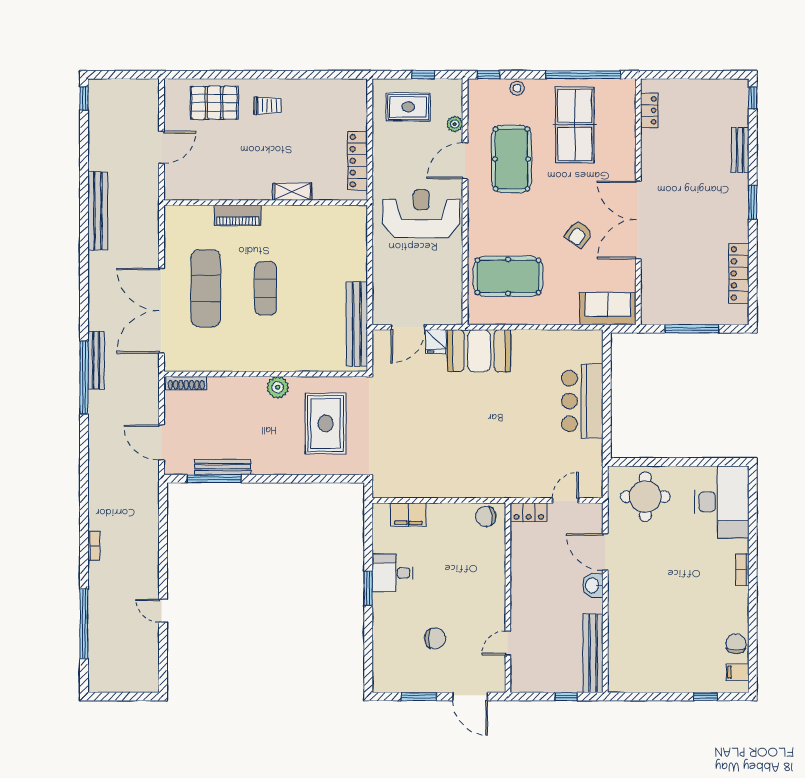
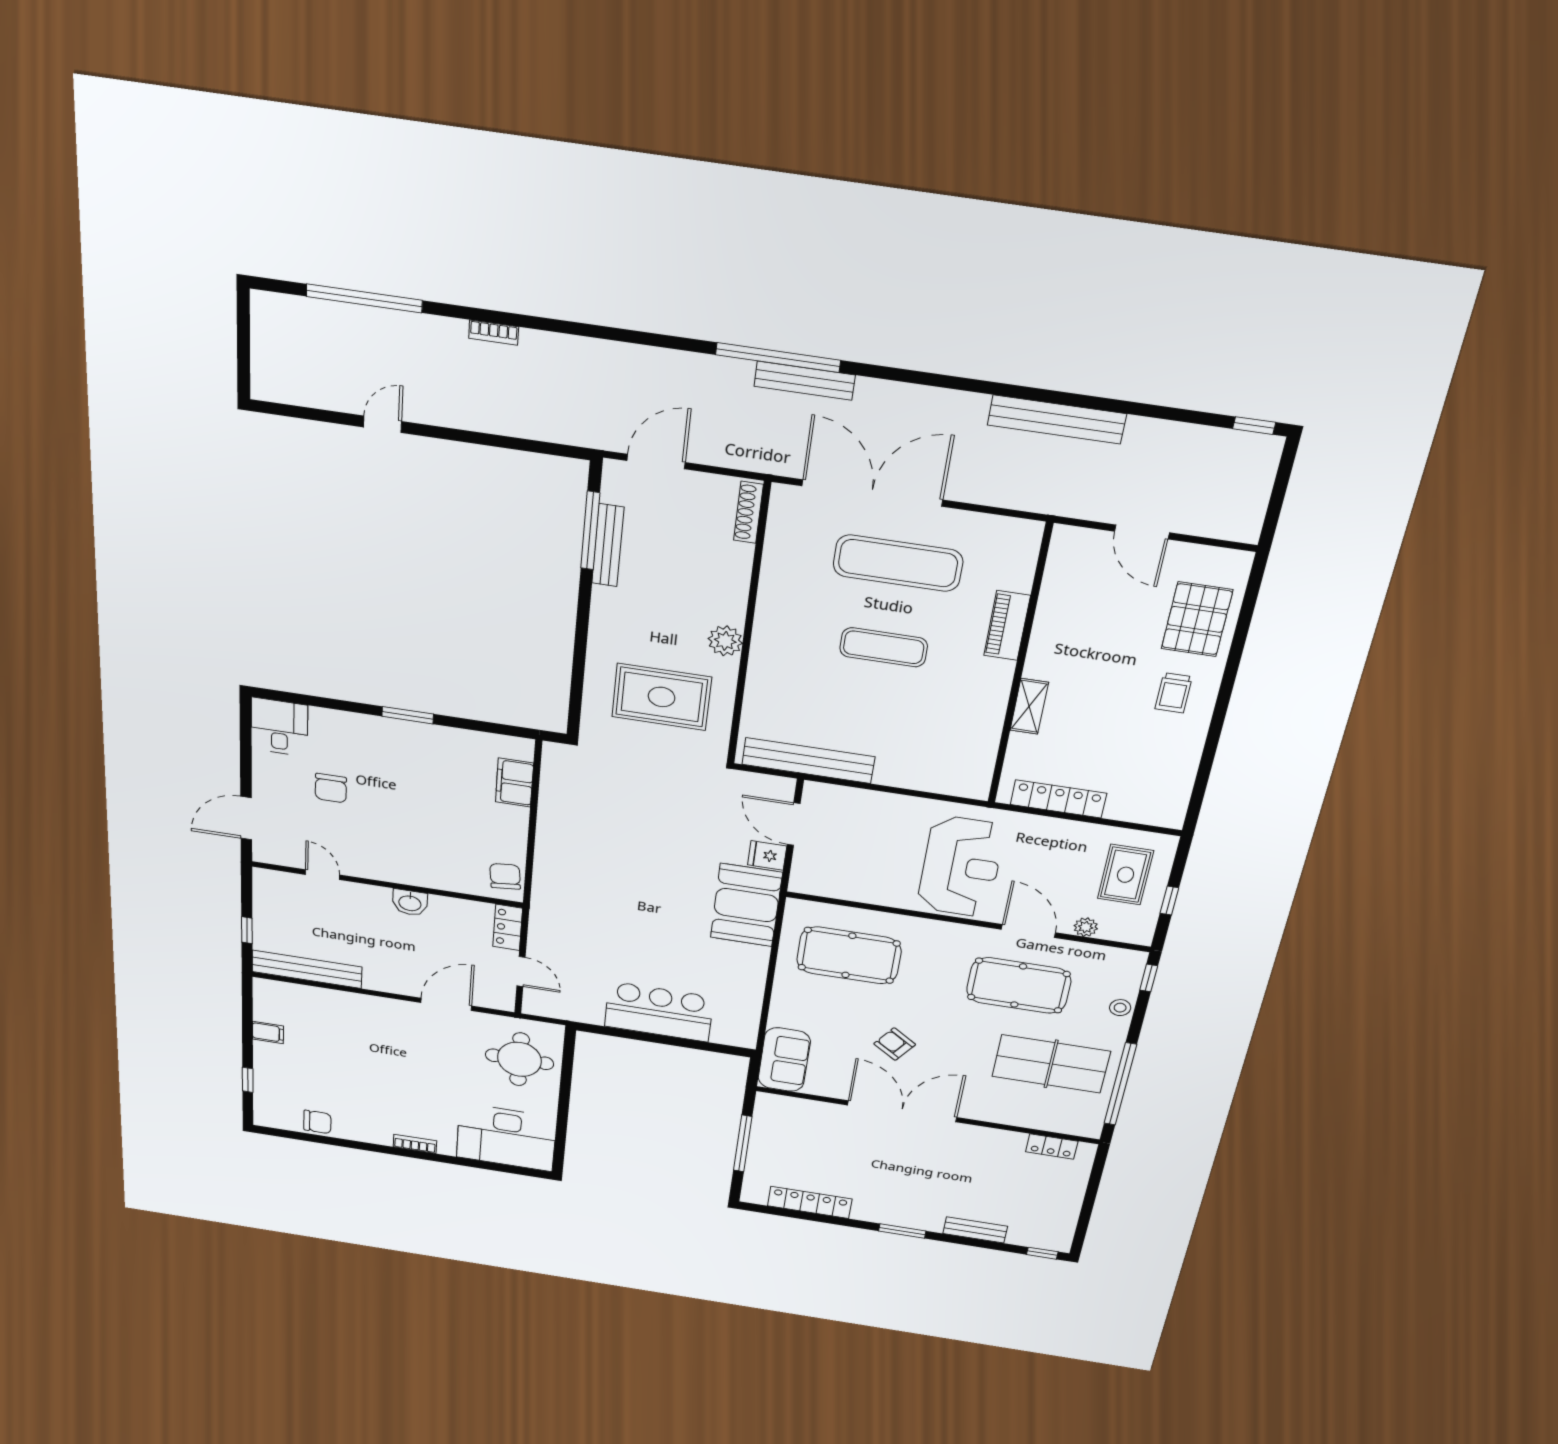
pool table: (508, 276) -> (849, 955), turned 90
desk: (392, 573) -> (279, 727), moved
washbasin: (593, 585) -> (410, 903), moved, turned 180
filing cabinet: (737, 672) -> (268, 1033), moved, turned 90
window: (419, 697) -> (246, 755), removed

